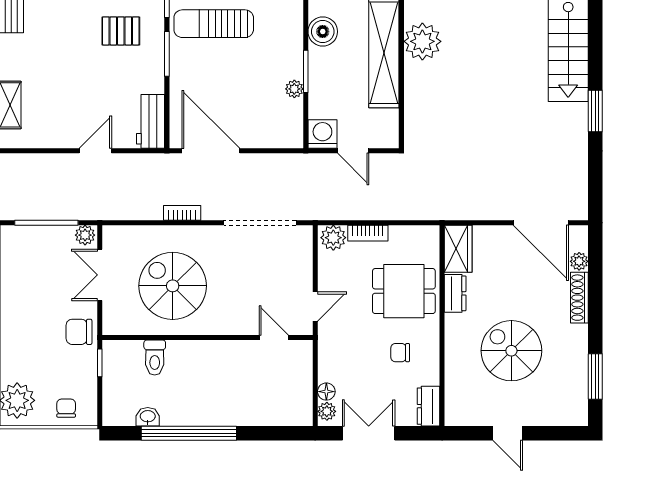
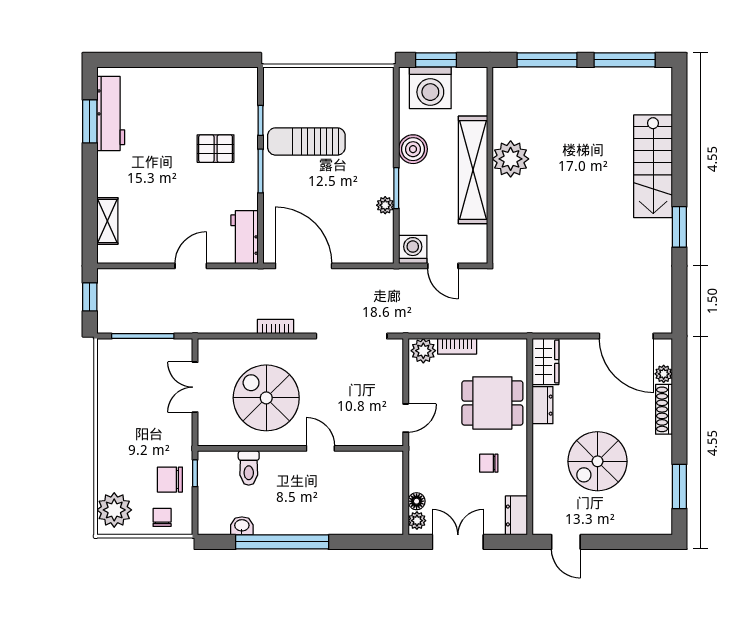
plant: (85, 235) -> (181, 348), removed
chair: (79, 332) -> (170, 480), moved
door: (274, 338) -> (320, 448), moved
spiral stairs: (511, 351) -> (597, 461), turned -90
door: (508, 433) -> (566, 542), moved

